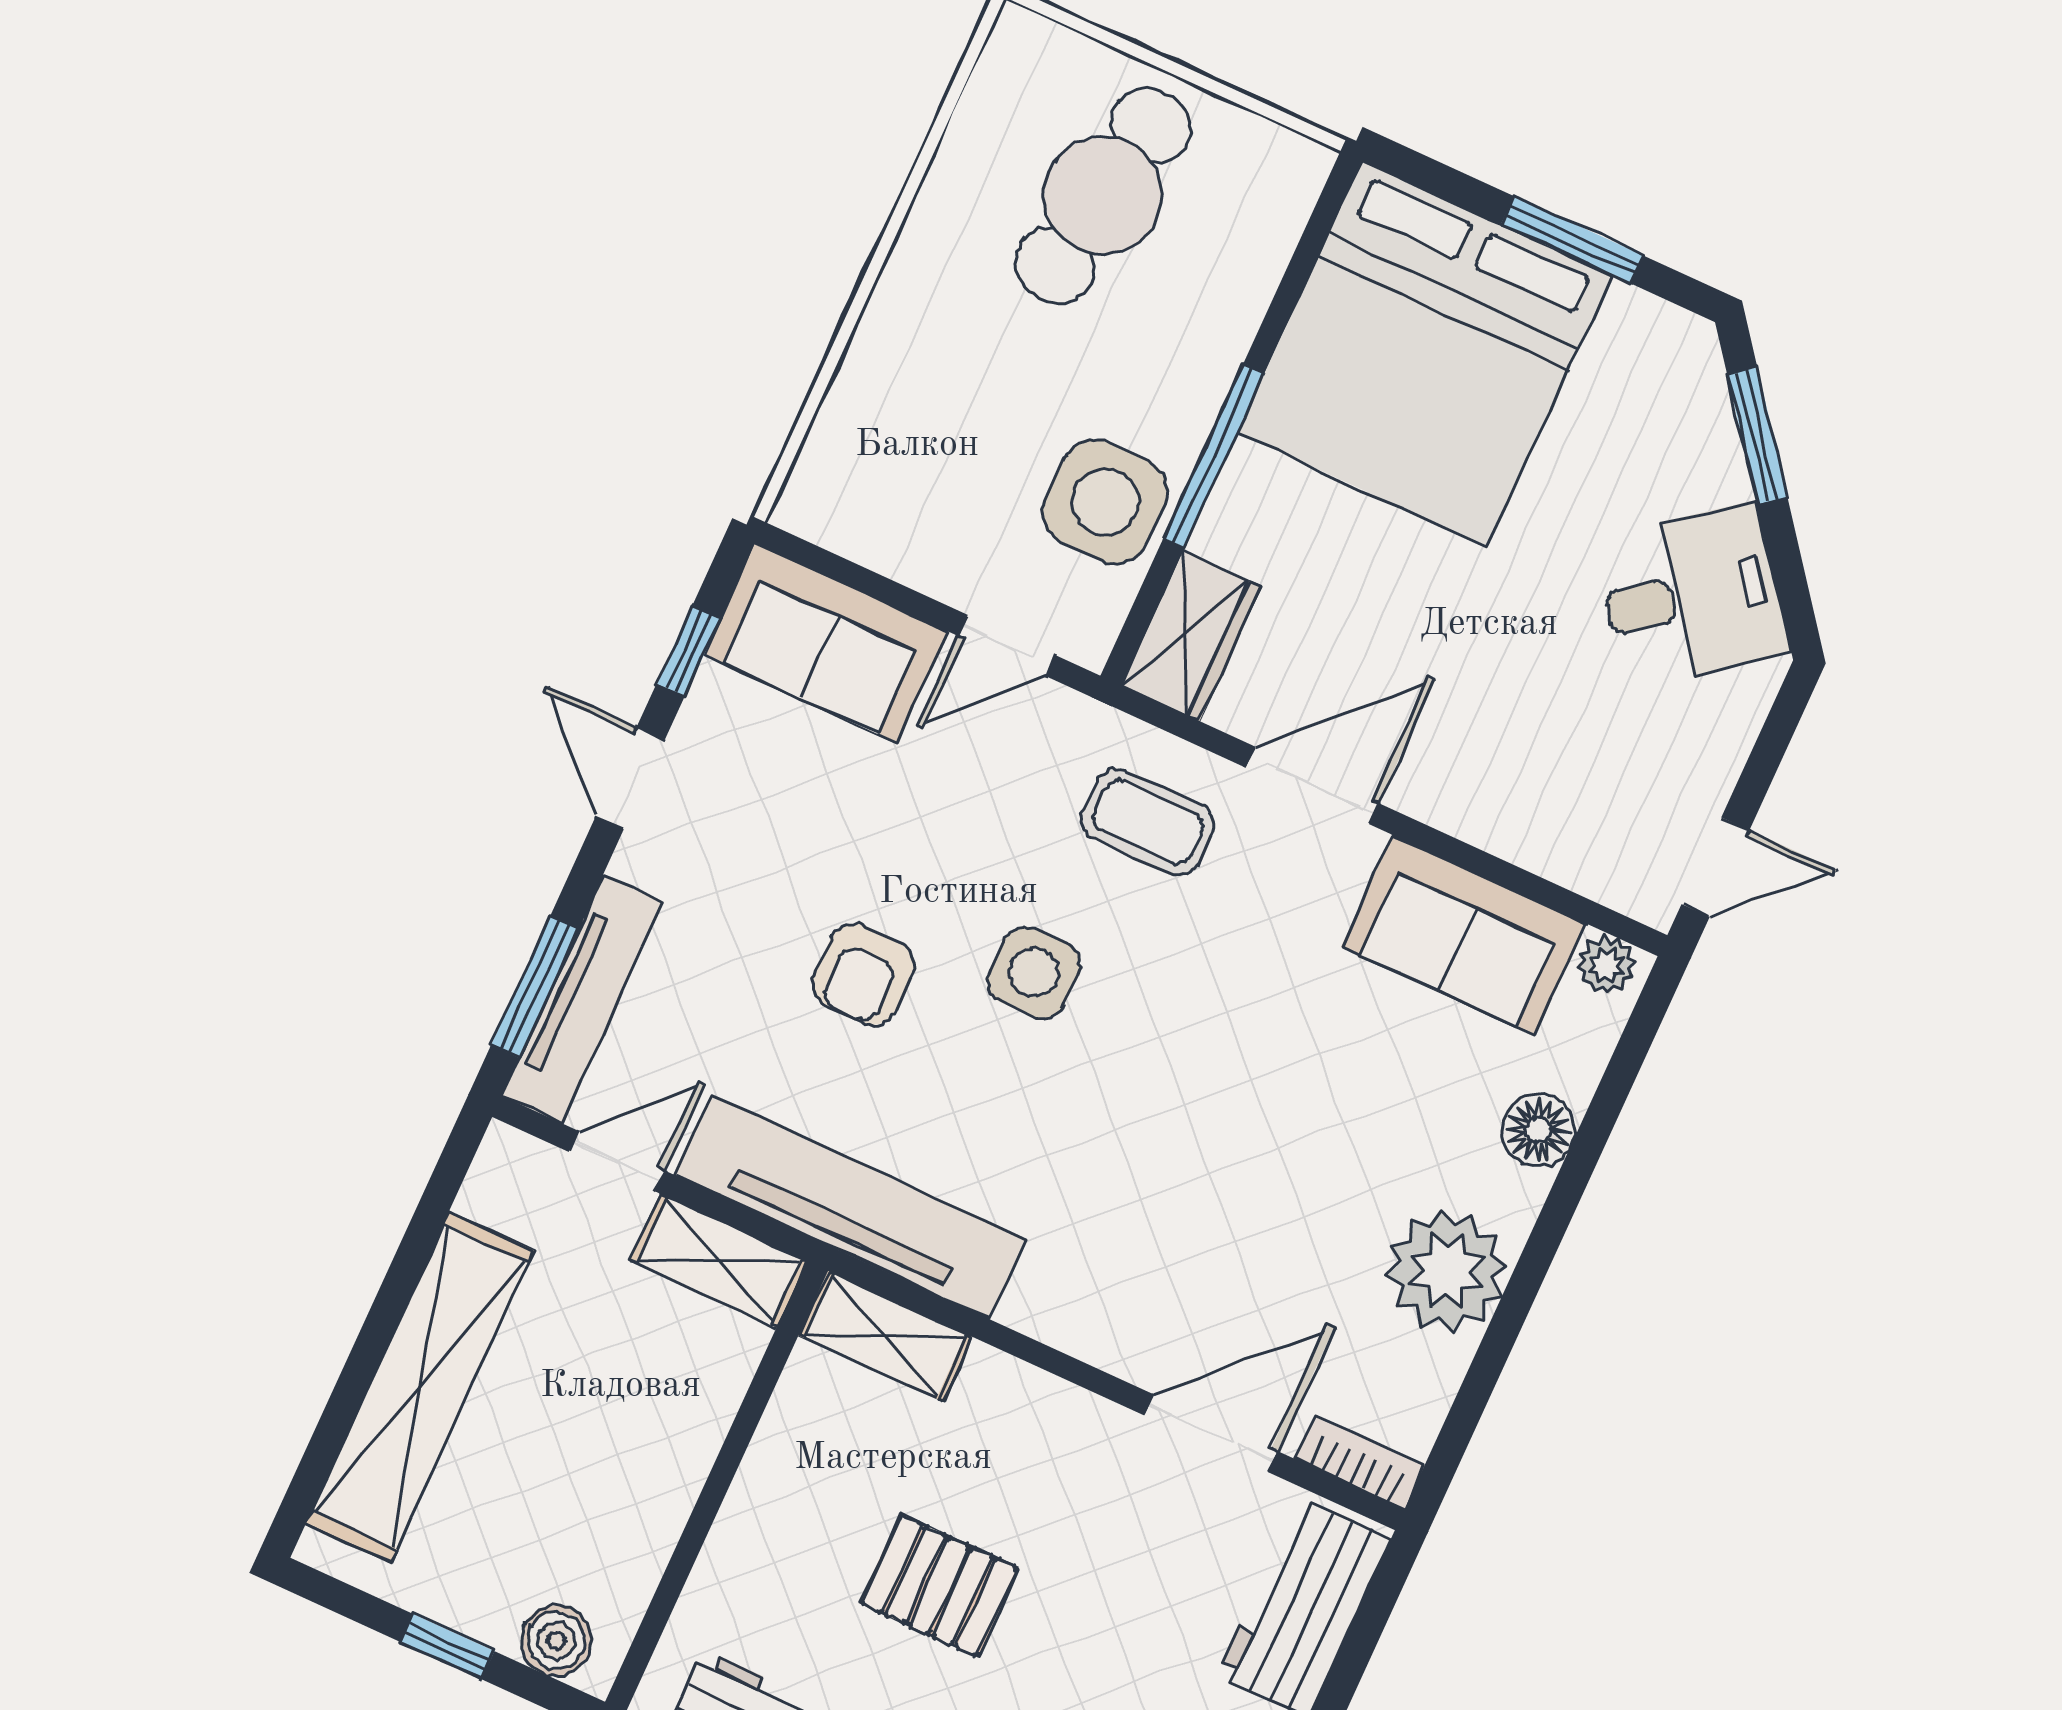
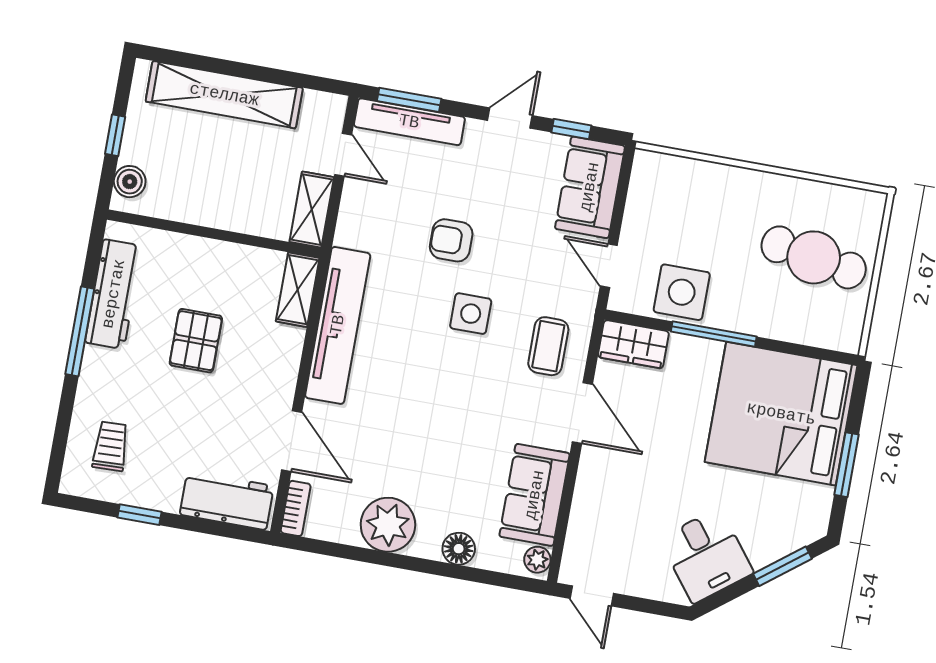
tv unit: (851, 1207) -> (338, 325), moved

